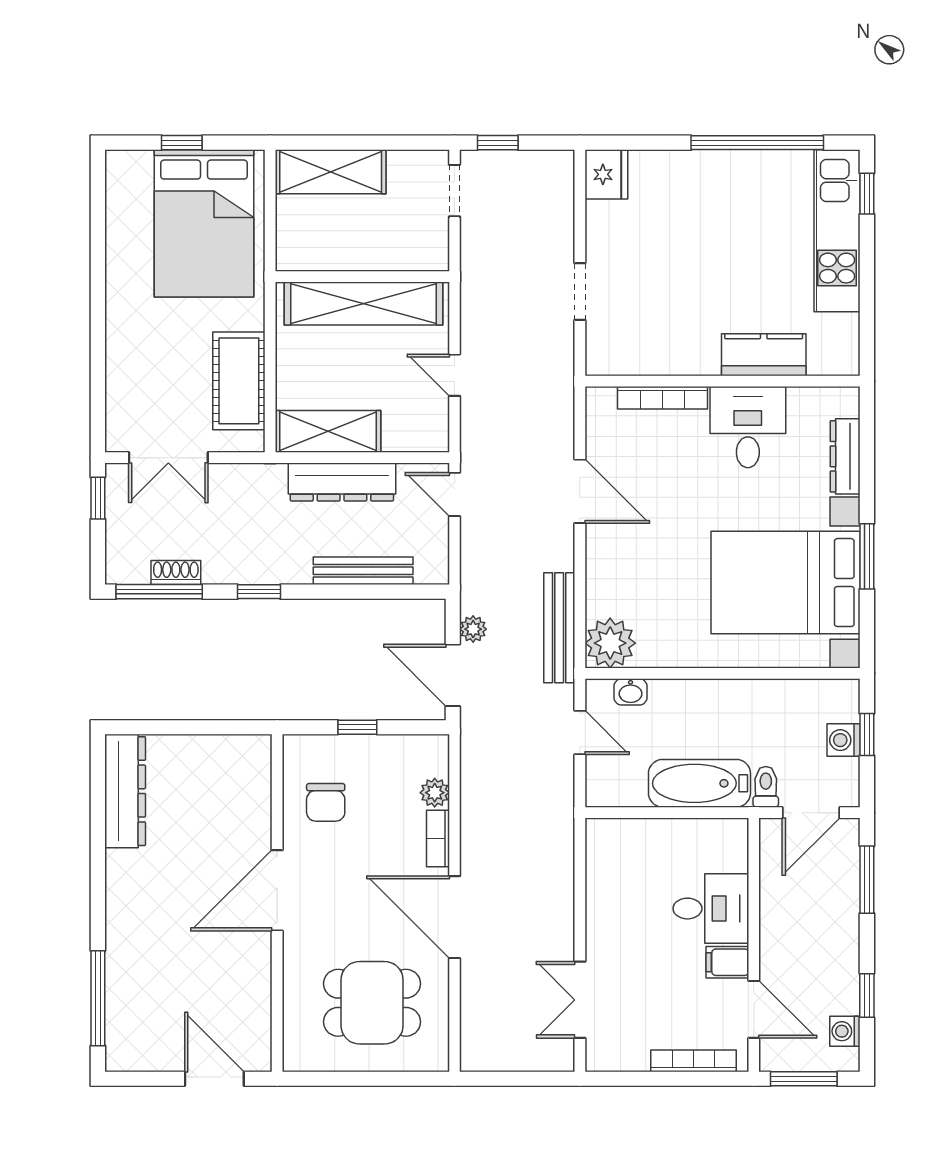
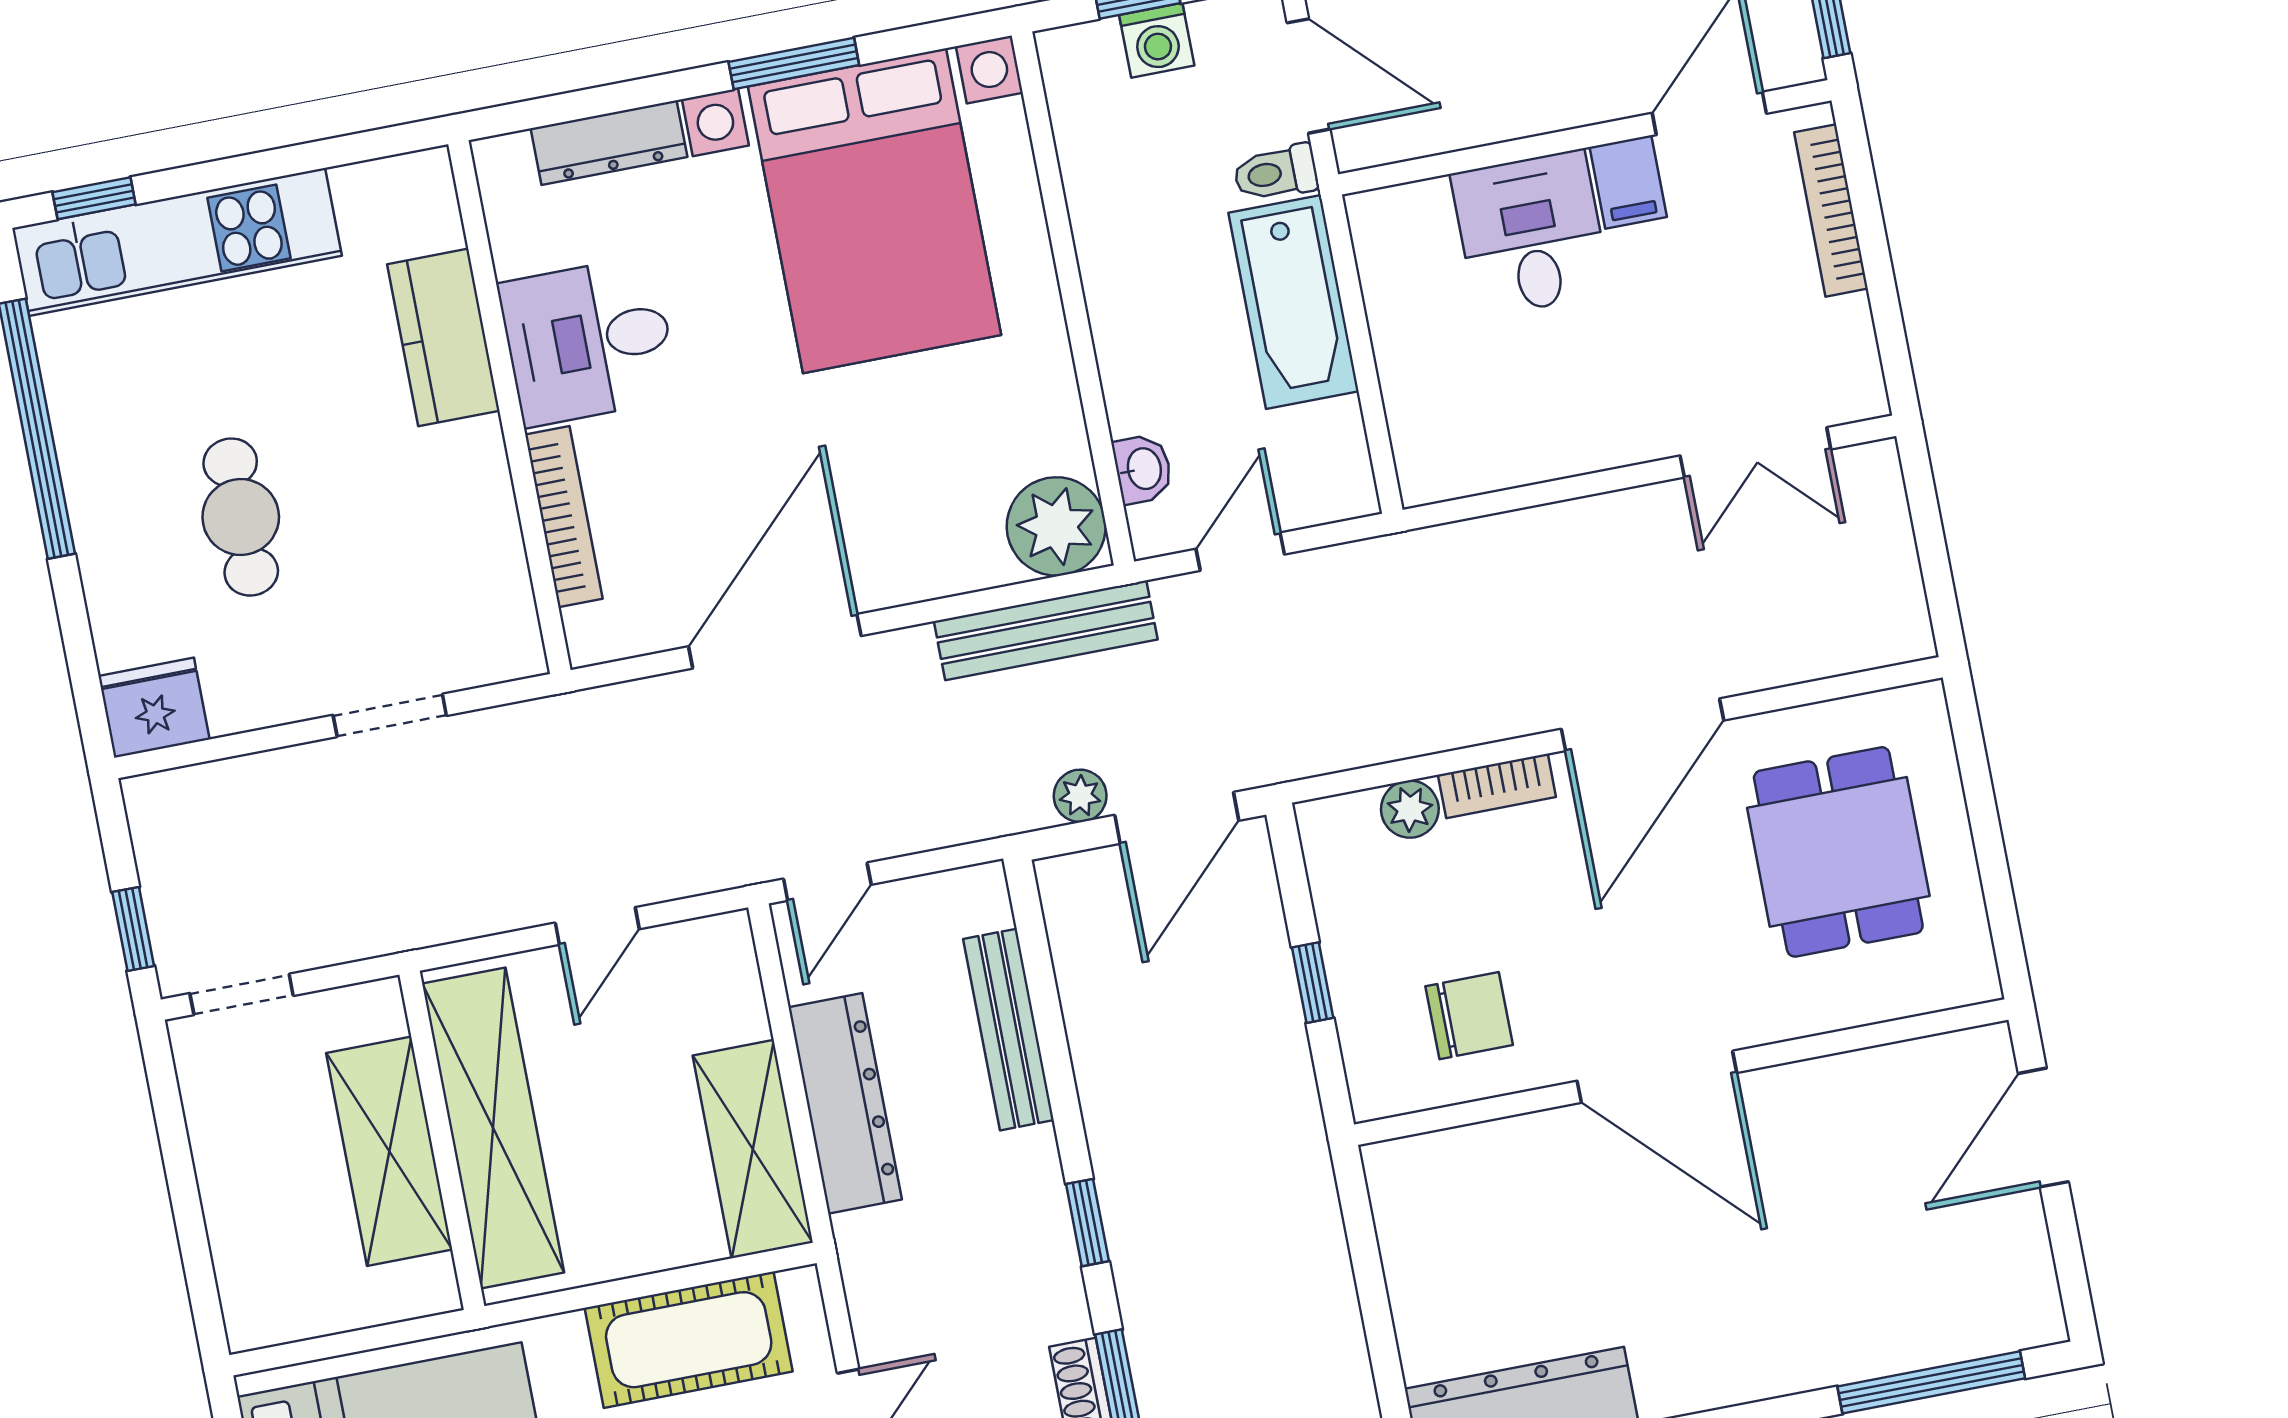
shelving: (331, 172) -> (389, 1151), moved
cafe table: (693, 236) -> (241, 517), added
door: (580, 491) -> (775, 641), width x1.36

